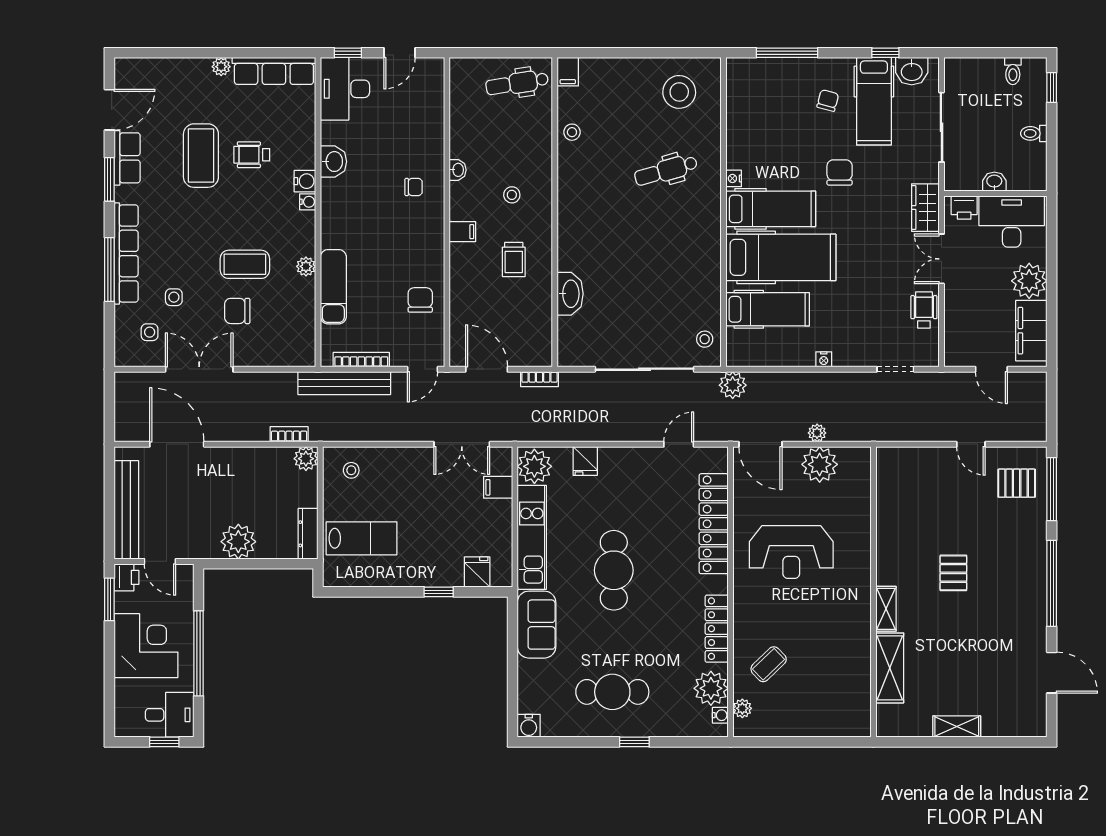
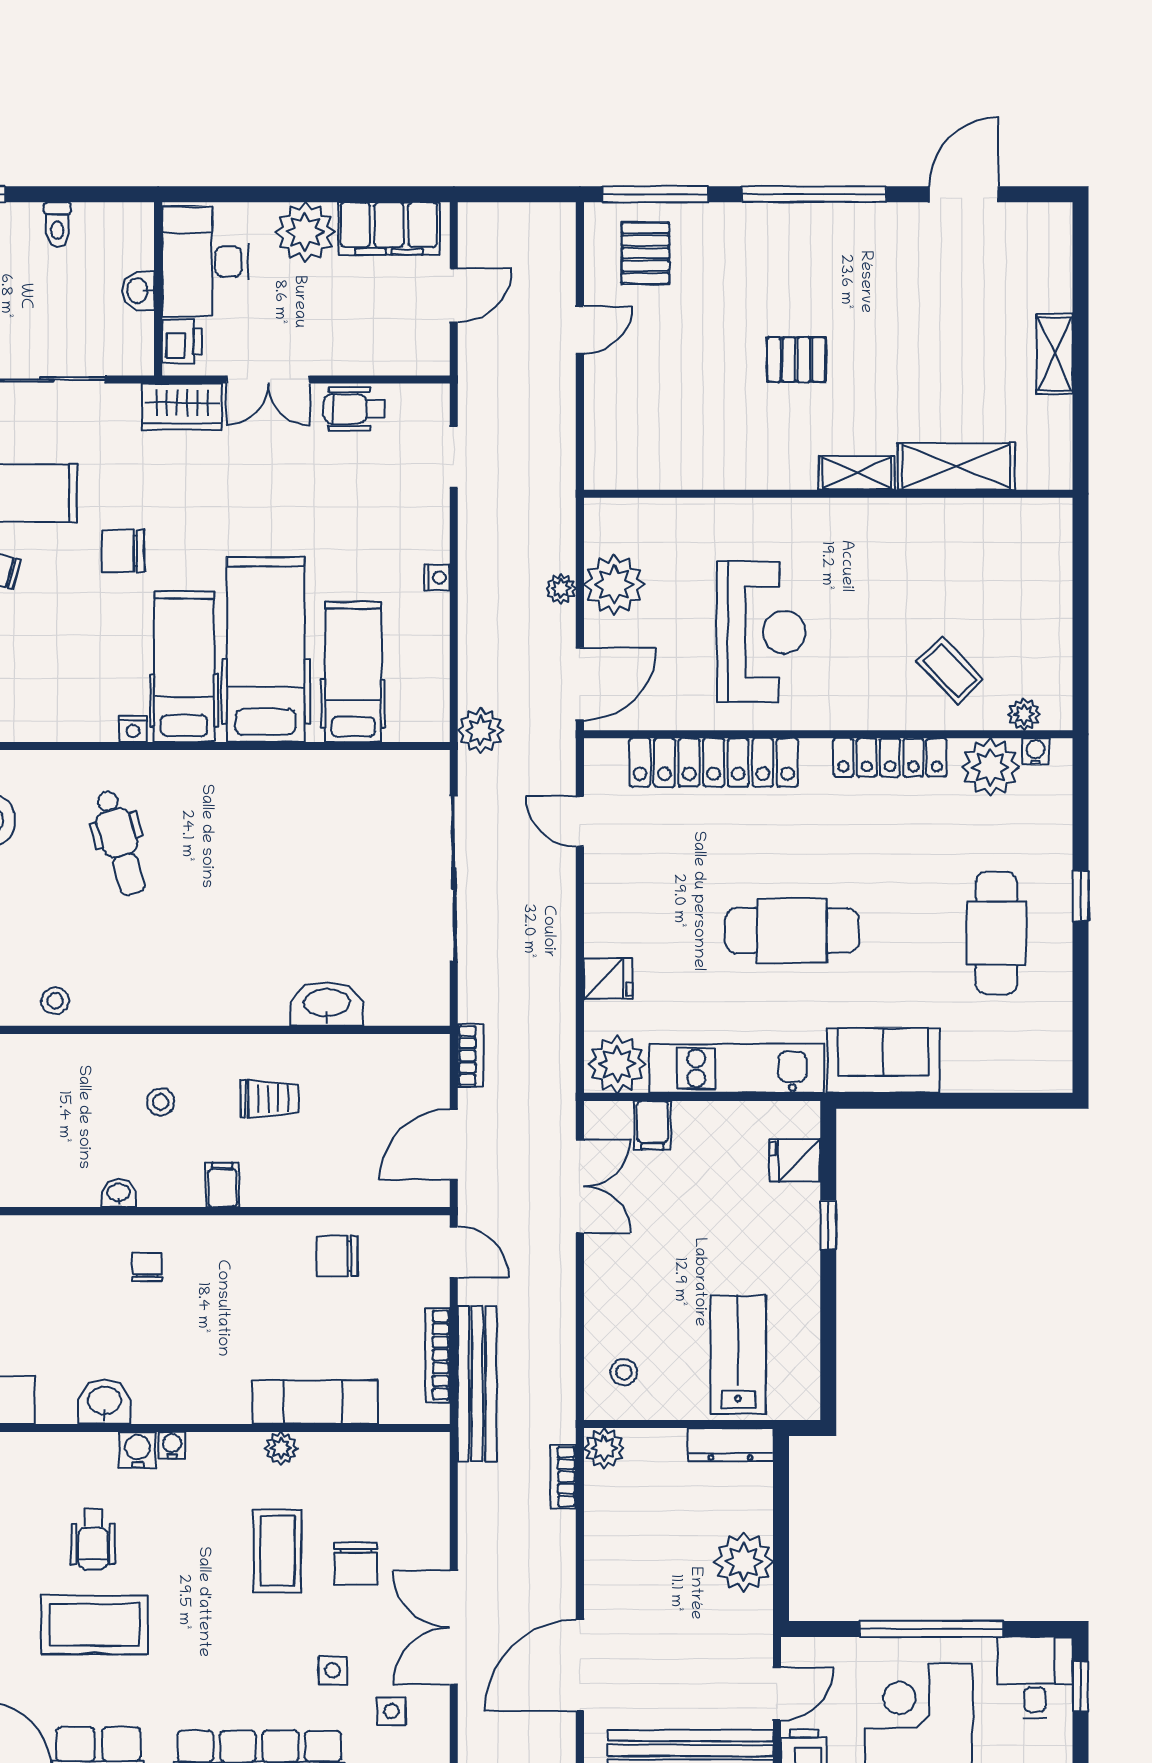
stool: (705, 339) -> (403, 778), removed
water cooler: (529, 726) -> (1053, 1074), removed

